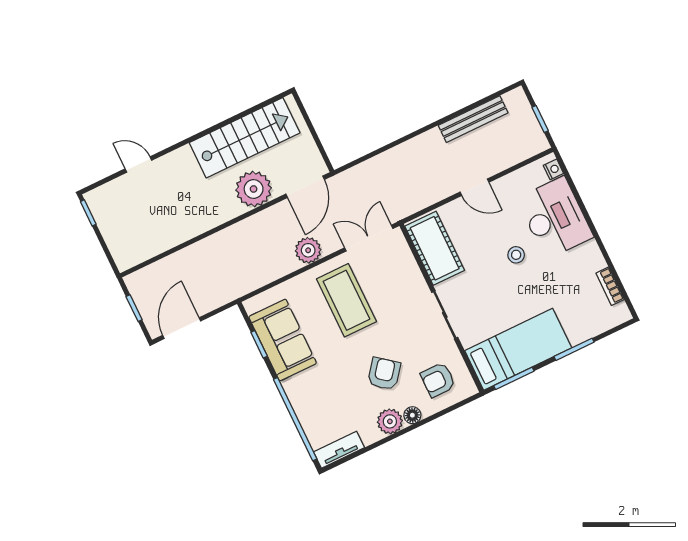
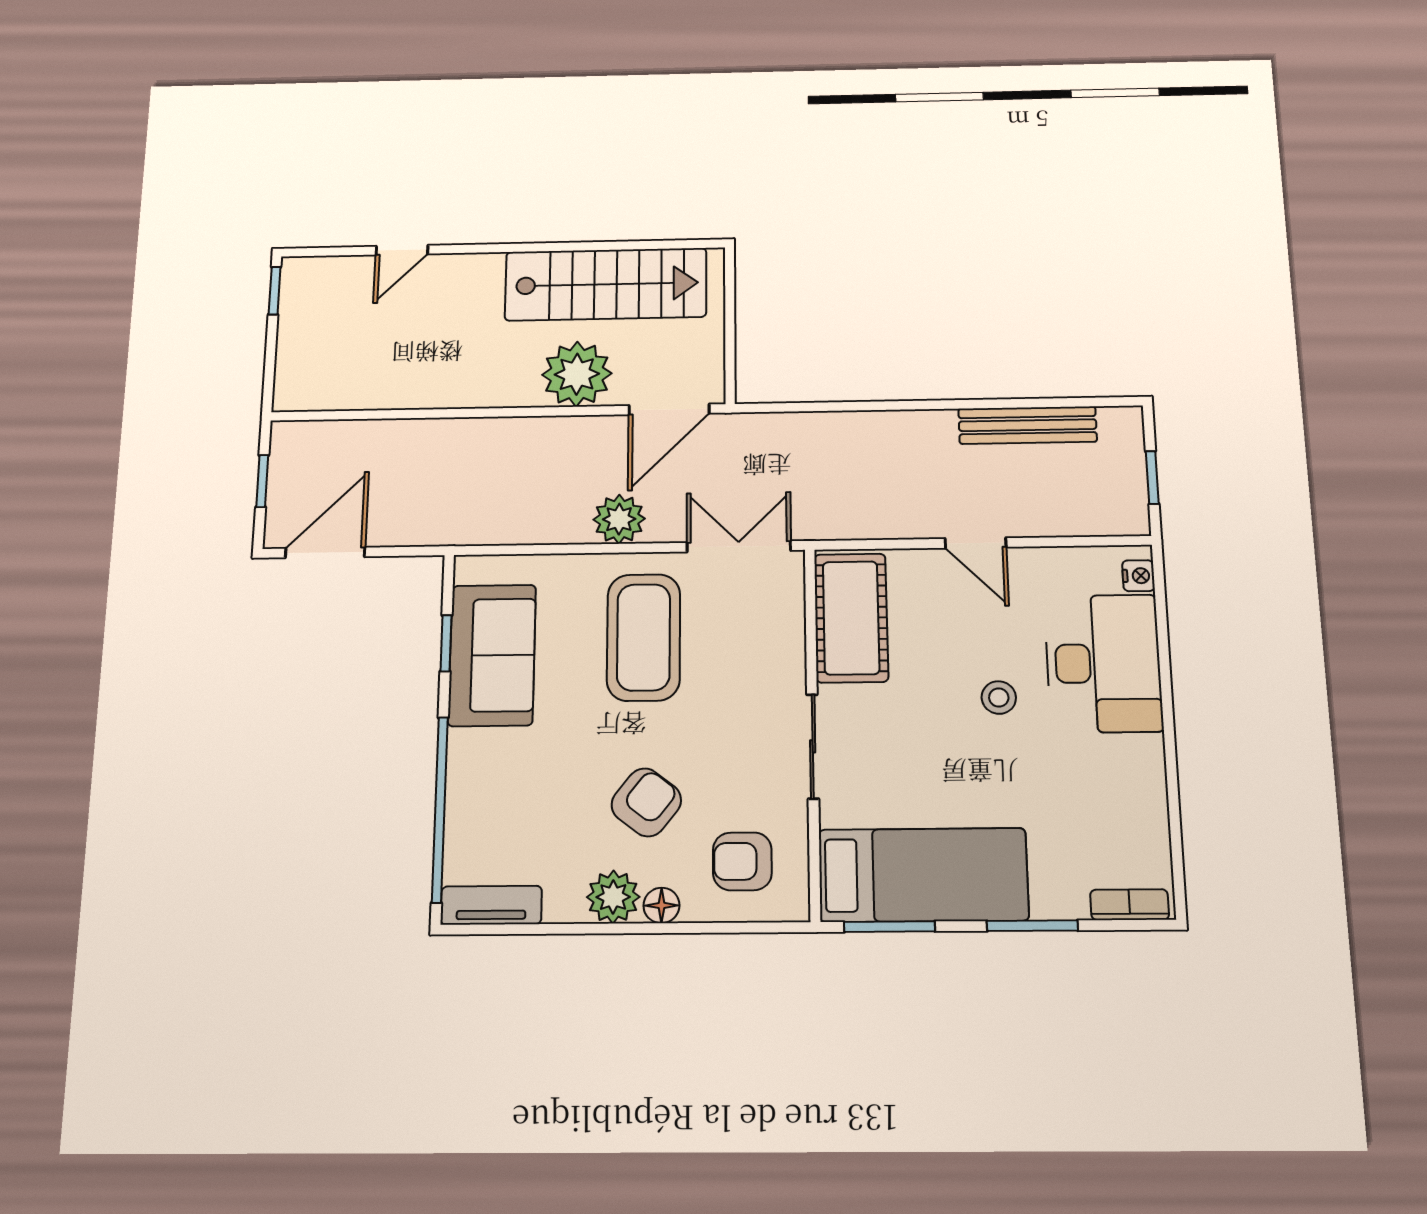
door: (138, 165) -> (402, 250), swing flipped
bookcase: (610, 286) -> (1130, 905), moved, turned 90

